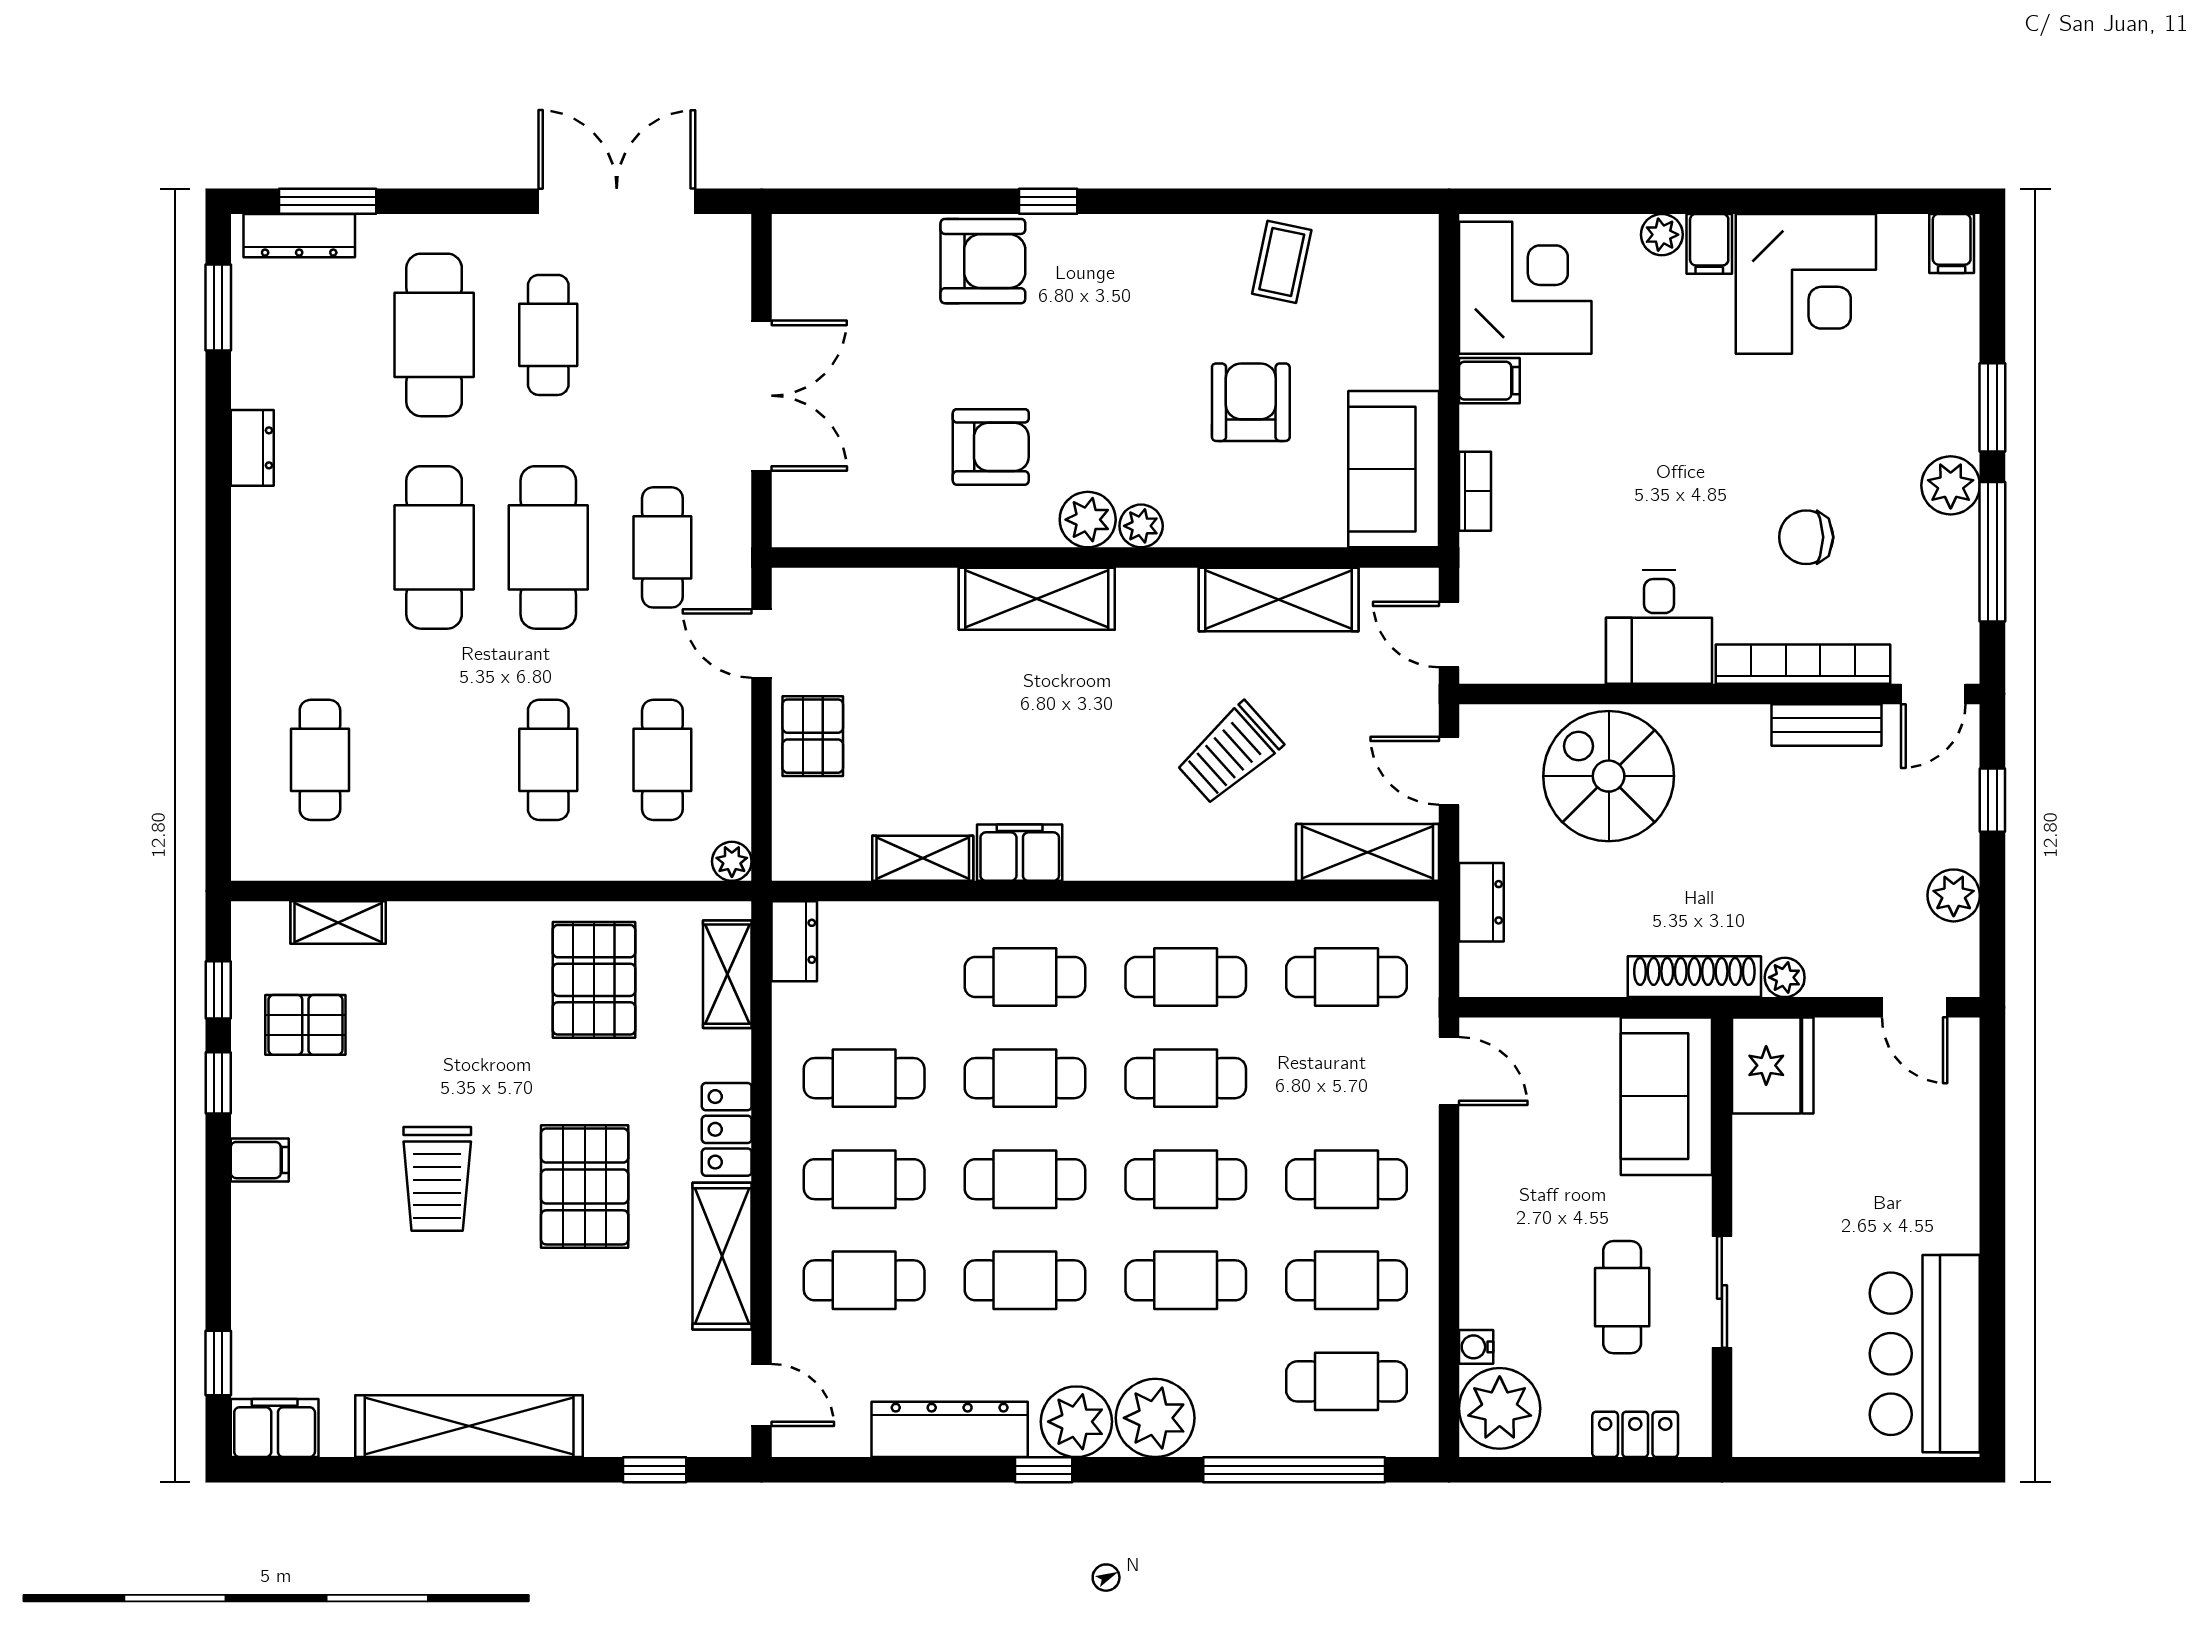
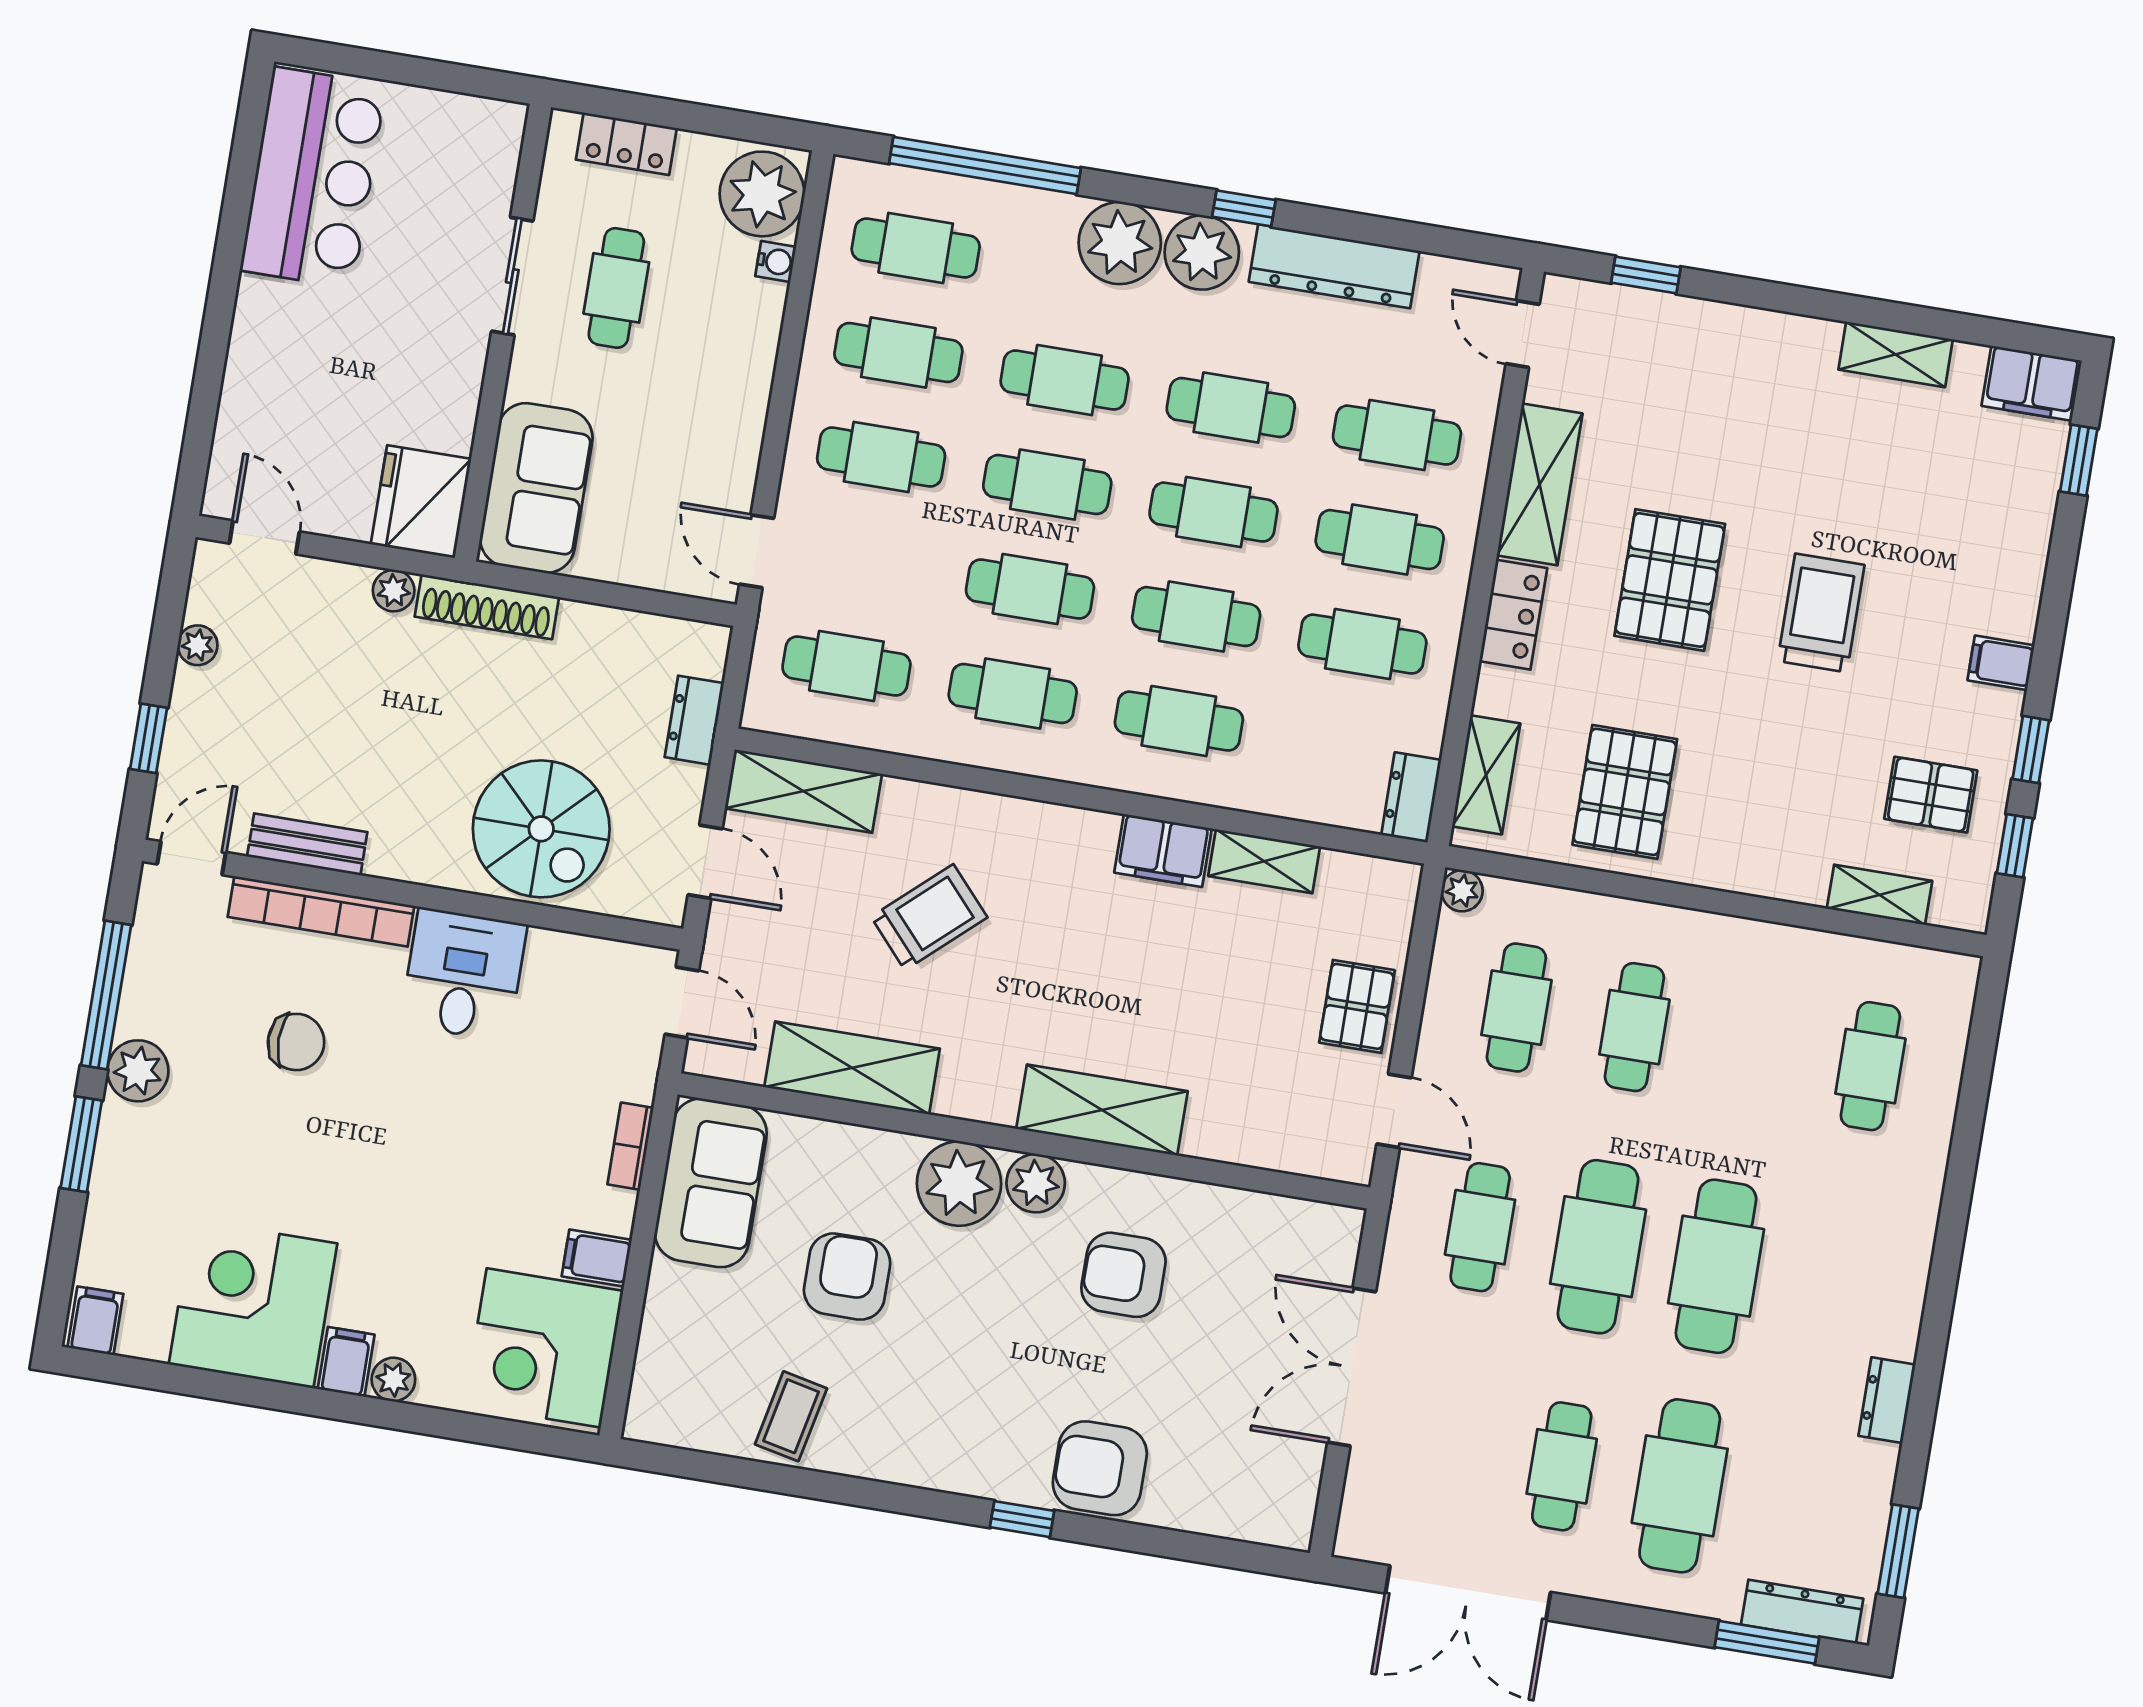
armchair: (1251, 402) -> (847, 1277), turned 180
plant: (1141, 526) -> (959, 1184), width x1.88, depth x1.88
plant: (1954, 895) -> (198, 645), width x0.73, depth x0.73
shelving: (469, 1426) -> (1896, 354), width x0.45, depth x0.75

